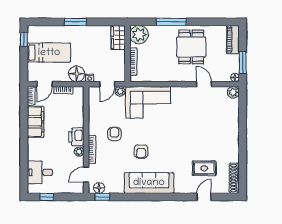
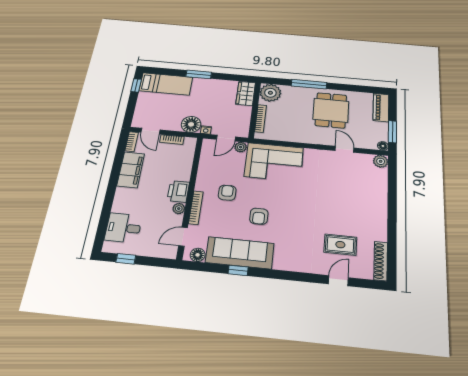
bed: (49, 53) -> (166, 84), moved
door: (45, 84) -> (150, 131), hinge flipped
sofa: (149, 183) -> (240, 253), moved
window: (102, 197) -> (238, 270), moved

